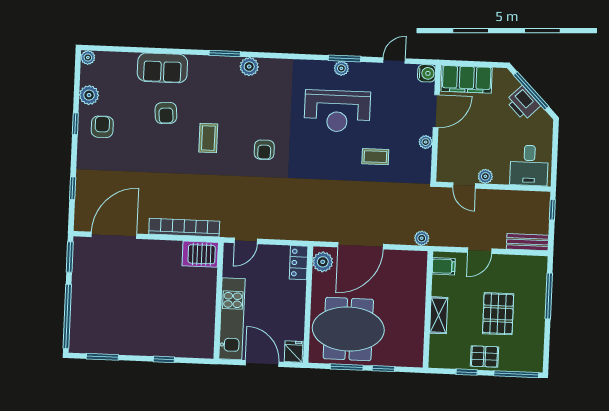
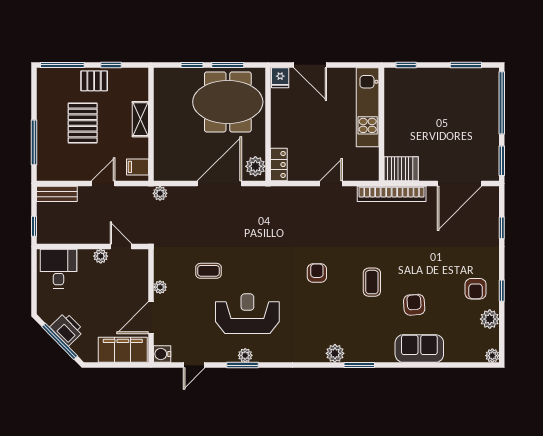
server rack: (200, 254) -> (401, 169), moved
wall: (219, 301) -> (381, 124), moved
kitchen unit: (232, 319) -> (368, 107), moved

